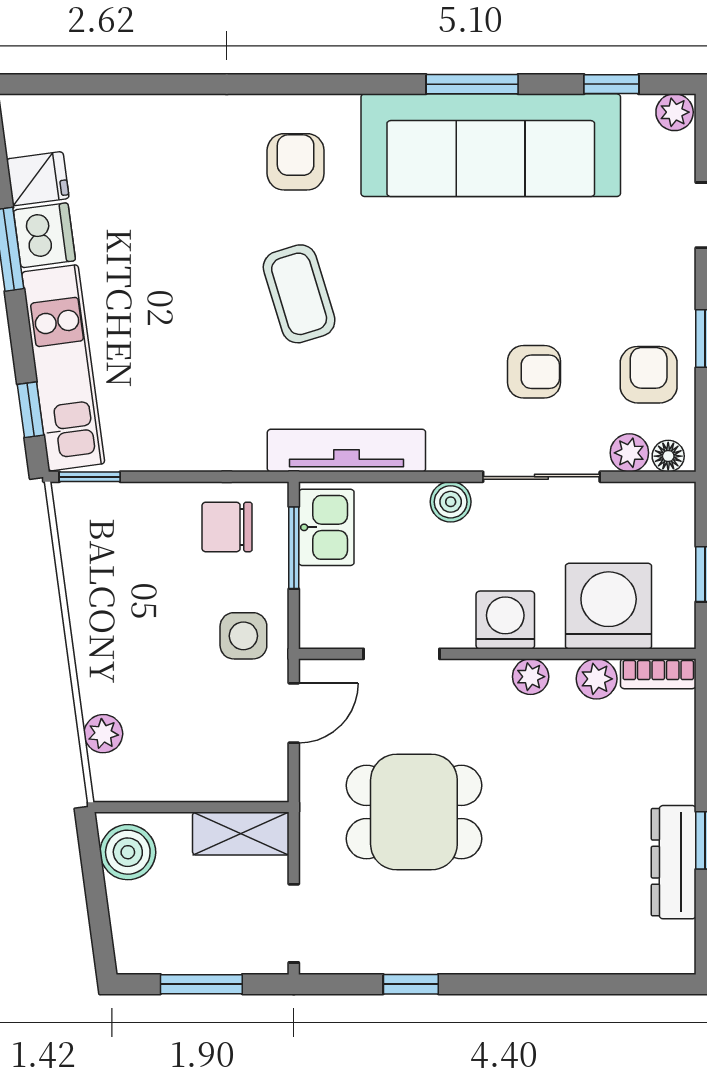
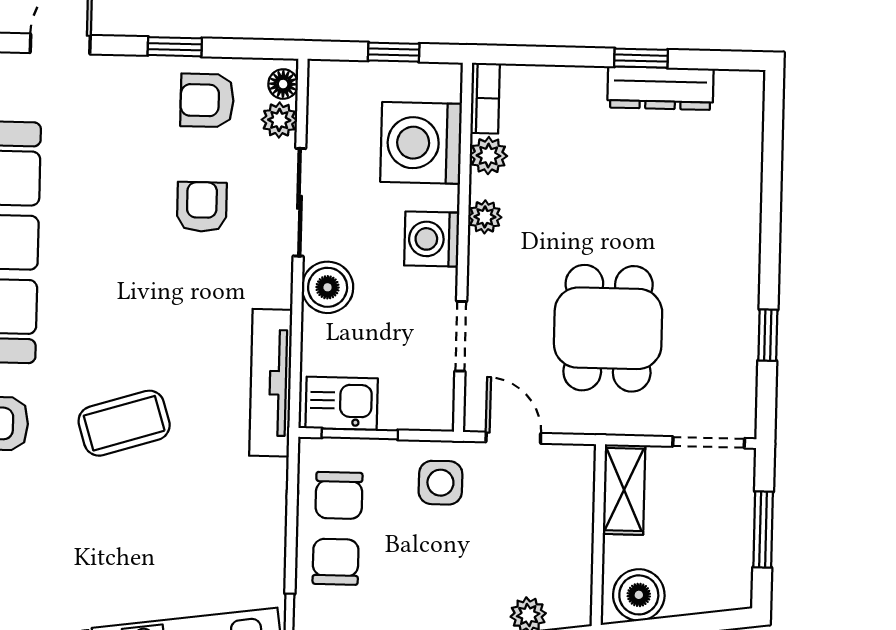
boiler: (451, 502) -> (328, 287), width x1.36, depth x1.36
chair: (156, 525) -> (336, 562), added

